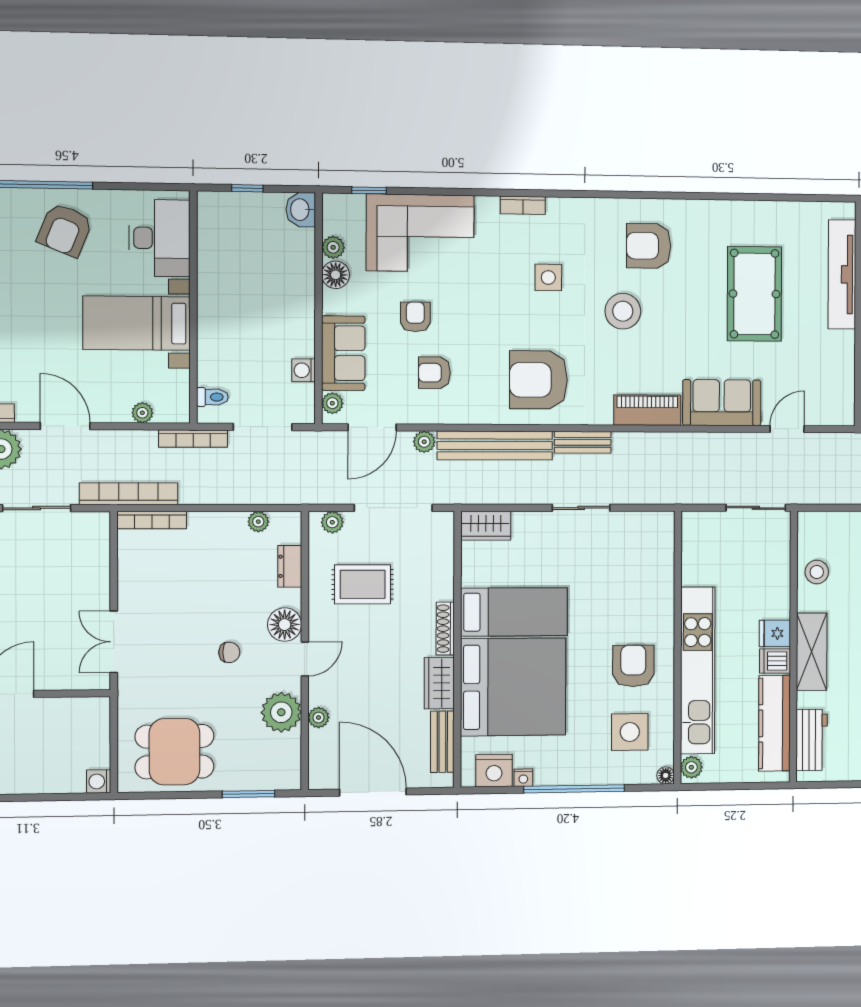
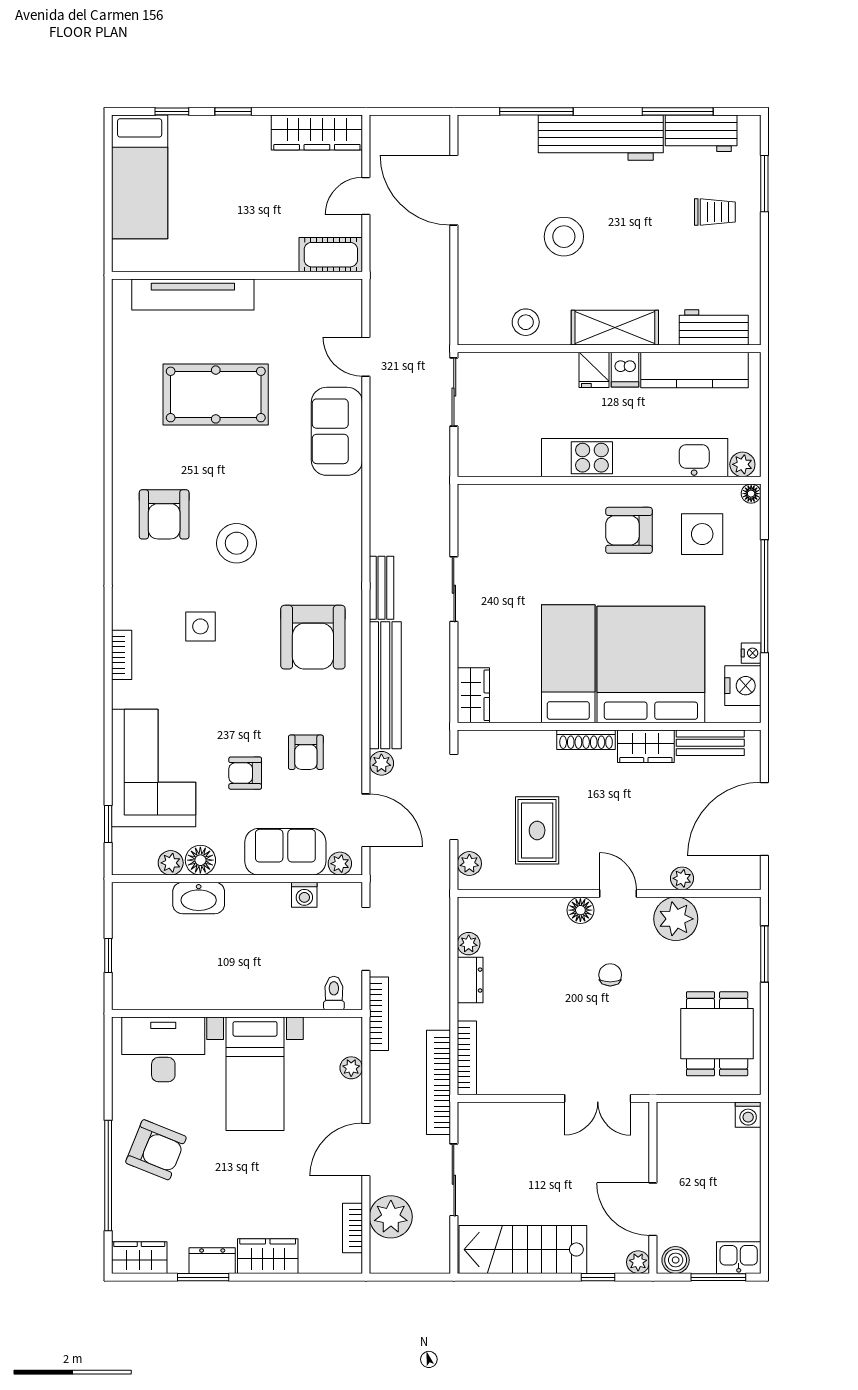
washbasin: (301, 210) -> (199, 898), moved, width x1.38
piano: (647, 410) -> (346, 515), removed
dresser: (290, 566) -> (470, 980), moved, turned -90
floor lamp: (285, 625) -> (580, 910), width x0.73, depth x0.73

